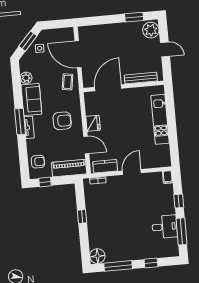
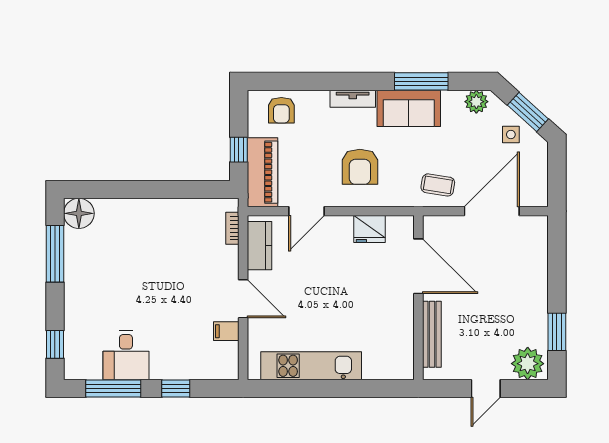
plant: (26, 78) -> (476, 102), moved
kitchen unit: (160, 119) -> (311, 366), moved
window: (20, 122) -> (421, 81), moved
fridge: (93, 123) -> (369, 229), moved
filing cabinet: (168, 177) -> (226, 331), moved
window: (45, 182) -> (239, 150), moved
window: (82, 216) -> (162, 190), removed
window: (151, 263) -> (55, 344), moved

